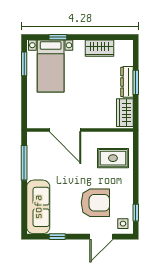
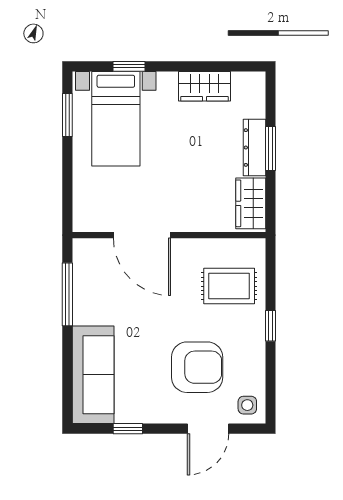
window: (136, 213) -> (270, 326), moved

